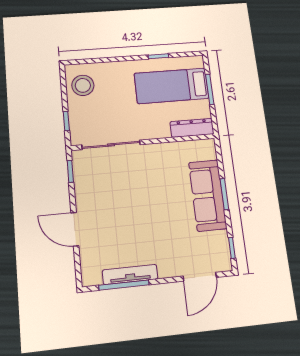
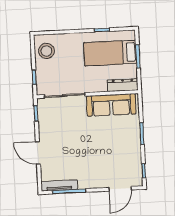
sofa: (208, 195) -> (111, 105), moved, turned -90
tv unit: (130, 274) -> (59, 185), moved

